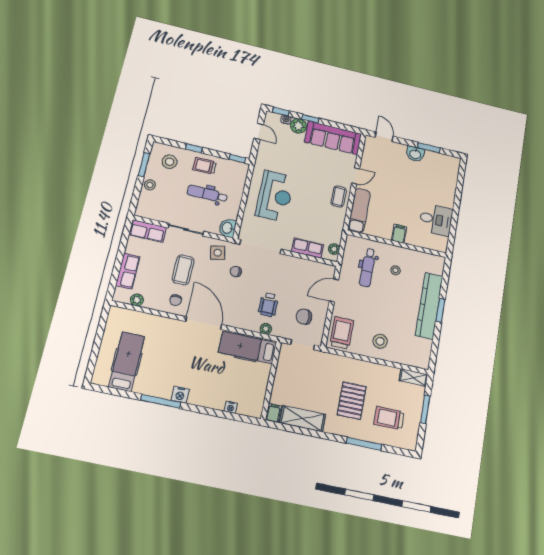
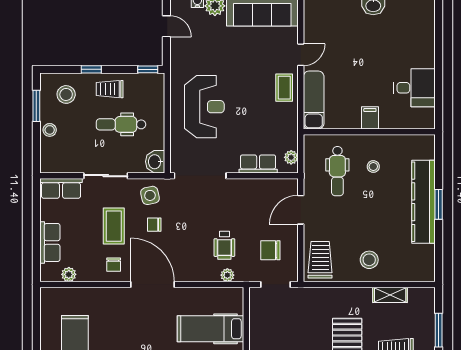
chair: (236, 272) -> (154, 225), moved
hospital bed: (248, 347) -> (210, 329), moved
shelving: (414, 378) -> (390, 295), moved

